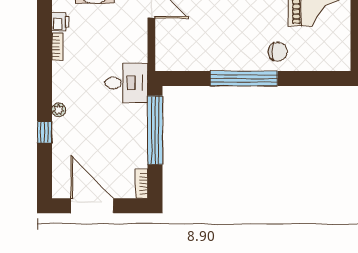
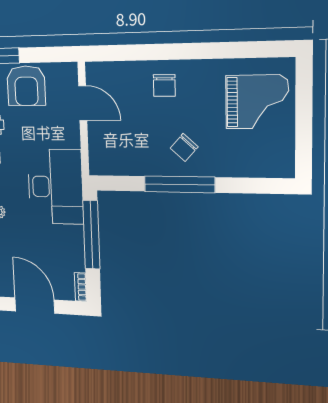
chair: (278, 52) -> (184, 147), moved, turned 132
desk: (126, 83) -> (55, 187), width x1.87, depth x1.30

